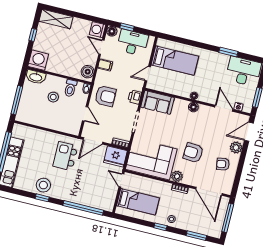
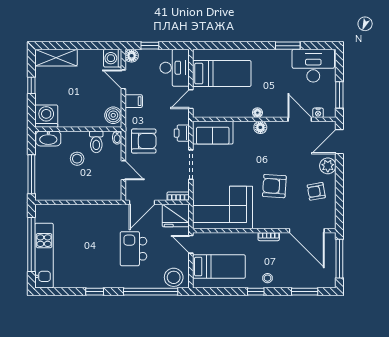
desk: (133, 43) -> (175, 68), moved, turned 90
kitchen island: (65, 156) -> (134, 249), moved
plant: (177, 176) -> (261, 221), removed
stool: (43, 185) -> (174, 277), moved

